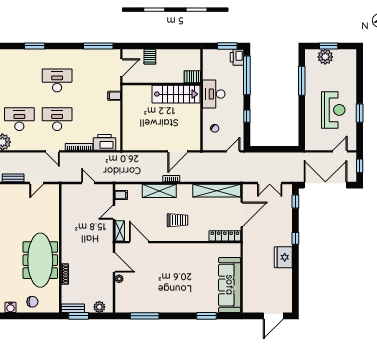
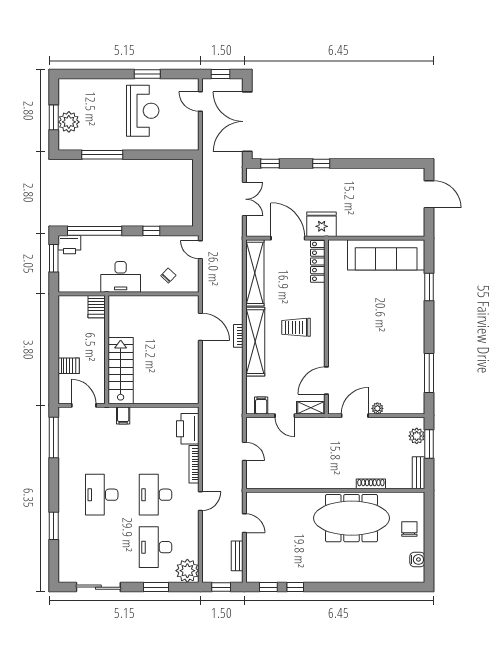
stairs: (176, 94) -> (121, 371), moved
reception desk: (333, 110) -> (143, 111), turned 90
door: (88, 183) -> (244, 451), swing flipped
shelving: (159, 191) -> (255, 342), width x1.47
trolley: (177, 220) -> (296, 327), turned -90
fridge: (283, 257) -> (322, 224), moved, turned 180
window: (79, 316) -> (429, 444), moved

